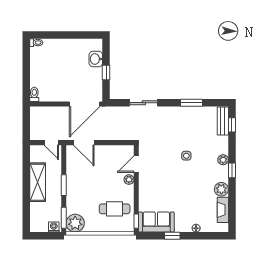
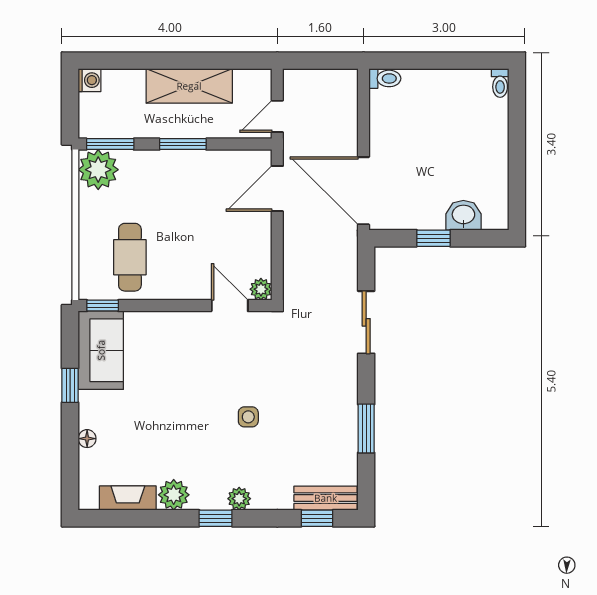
plant: (129, 180) -> (261, 289), moved
washing machine: (54, 227) -> (90, 80), moved

